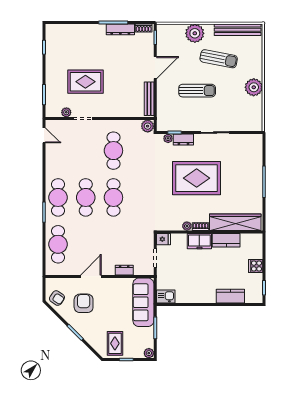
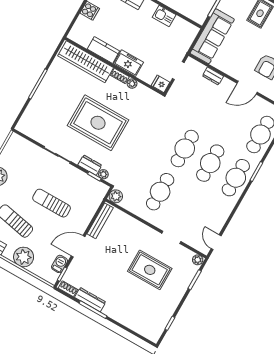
barbecue: (162, 44) -> (60, 264), added
plant: (66, 112) -> (198, 260), moved
kitchen sink: (166, 296) -> (164, 16), moved

